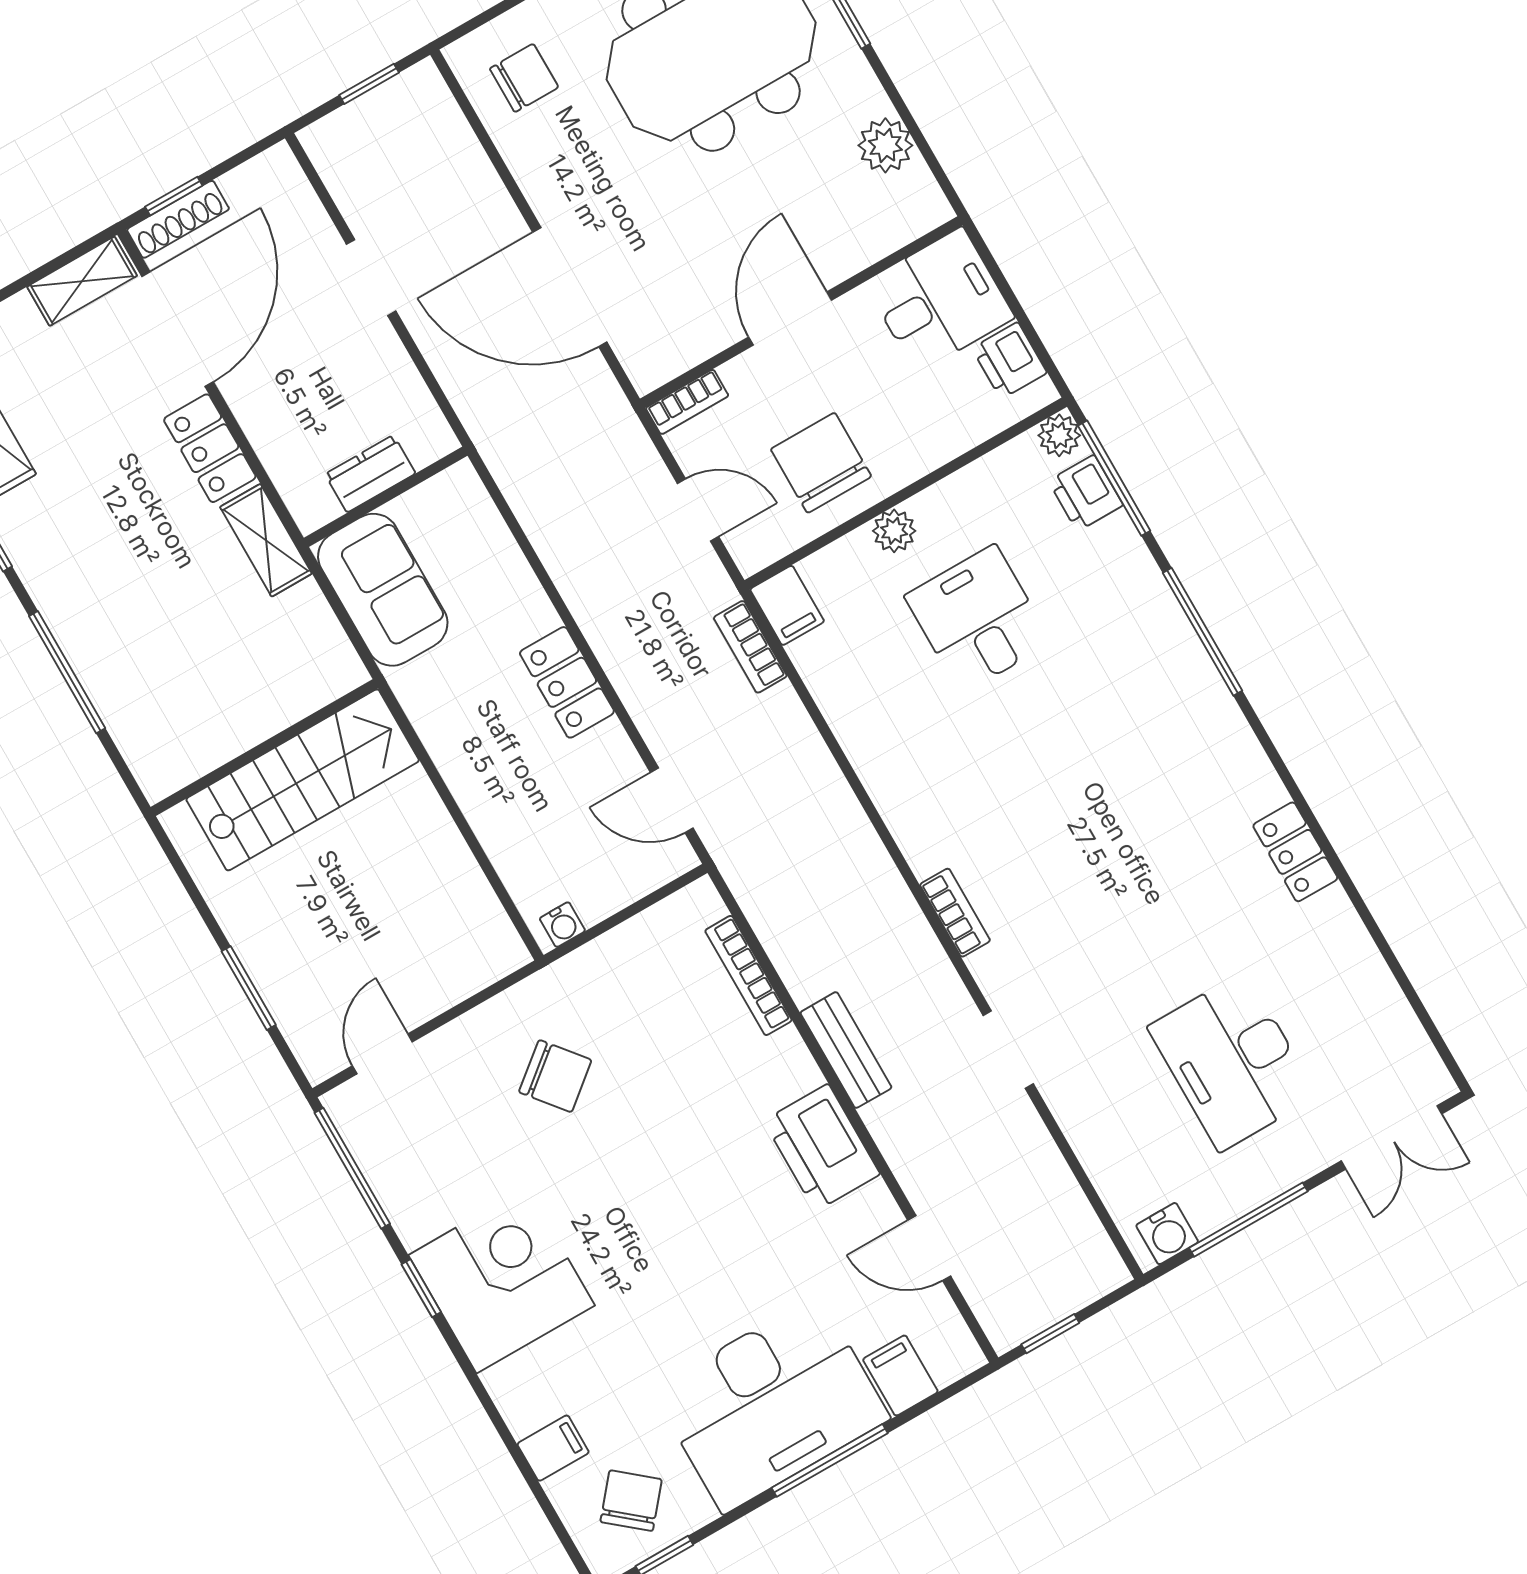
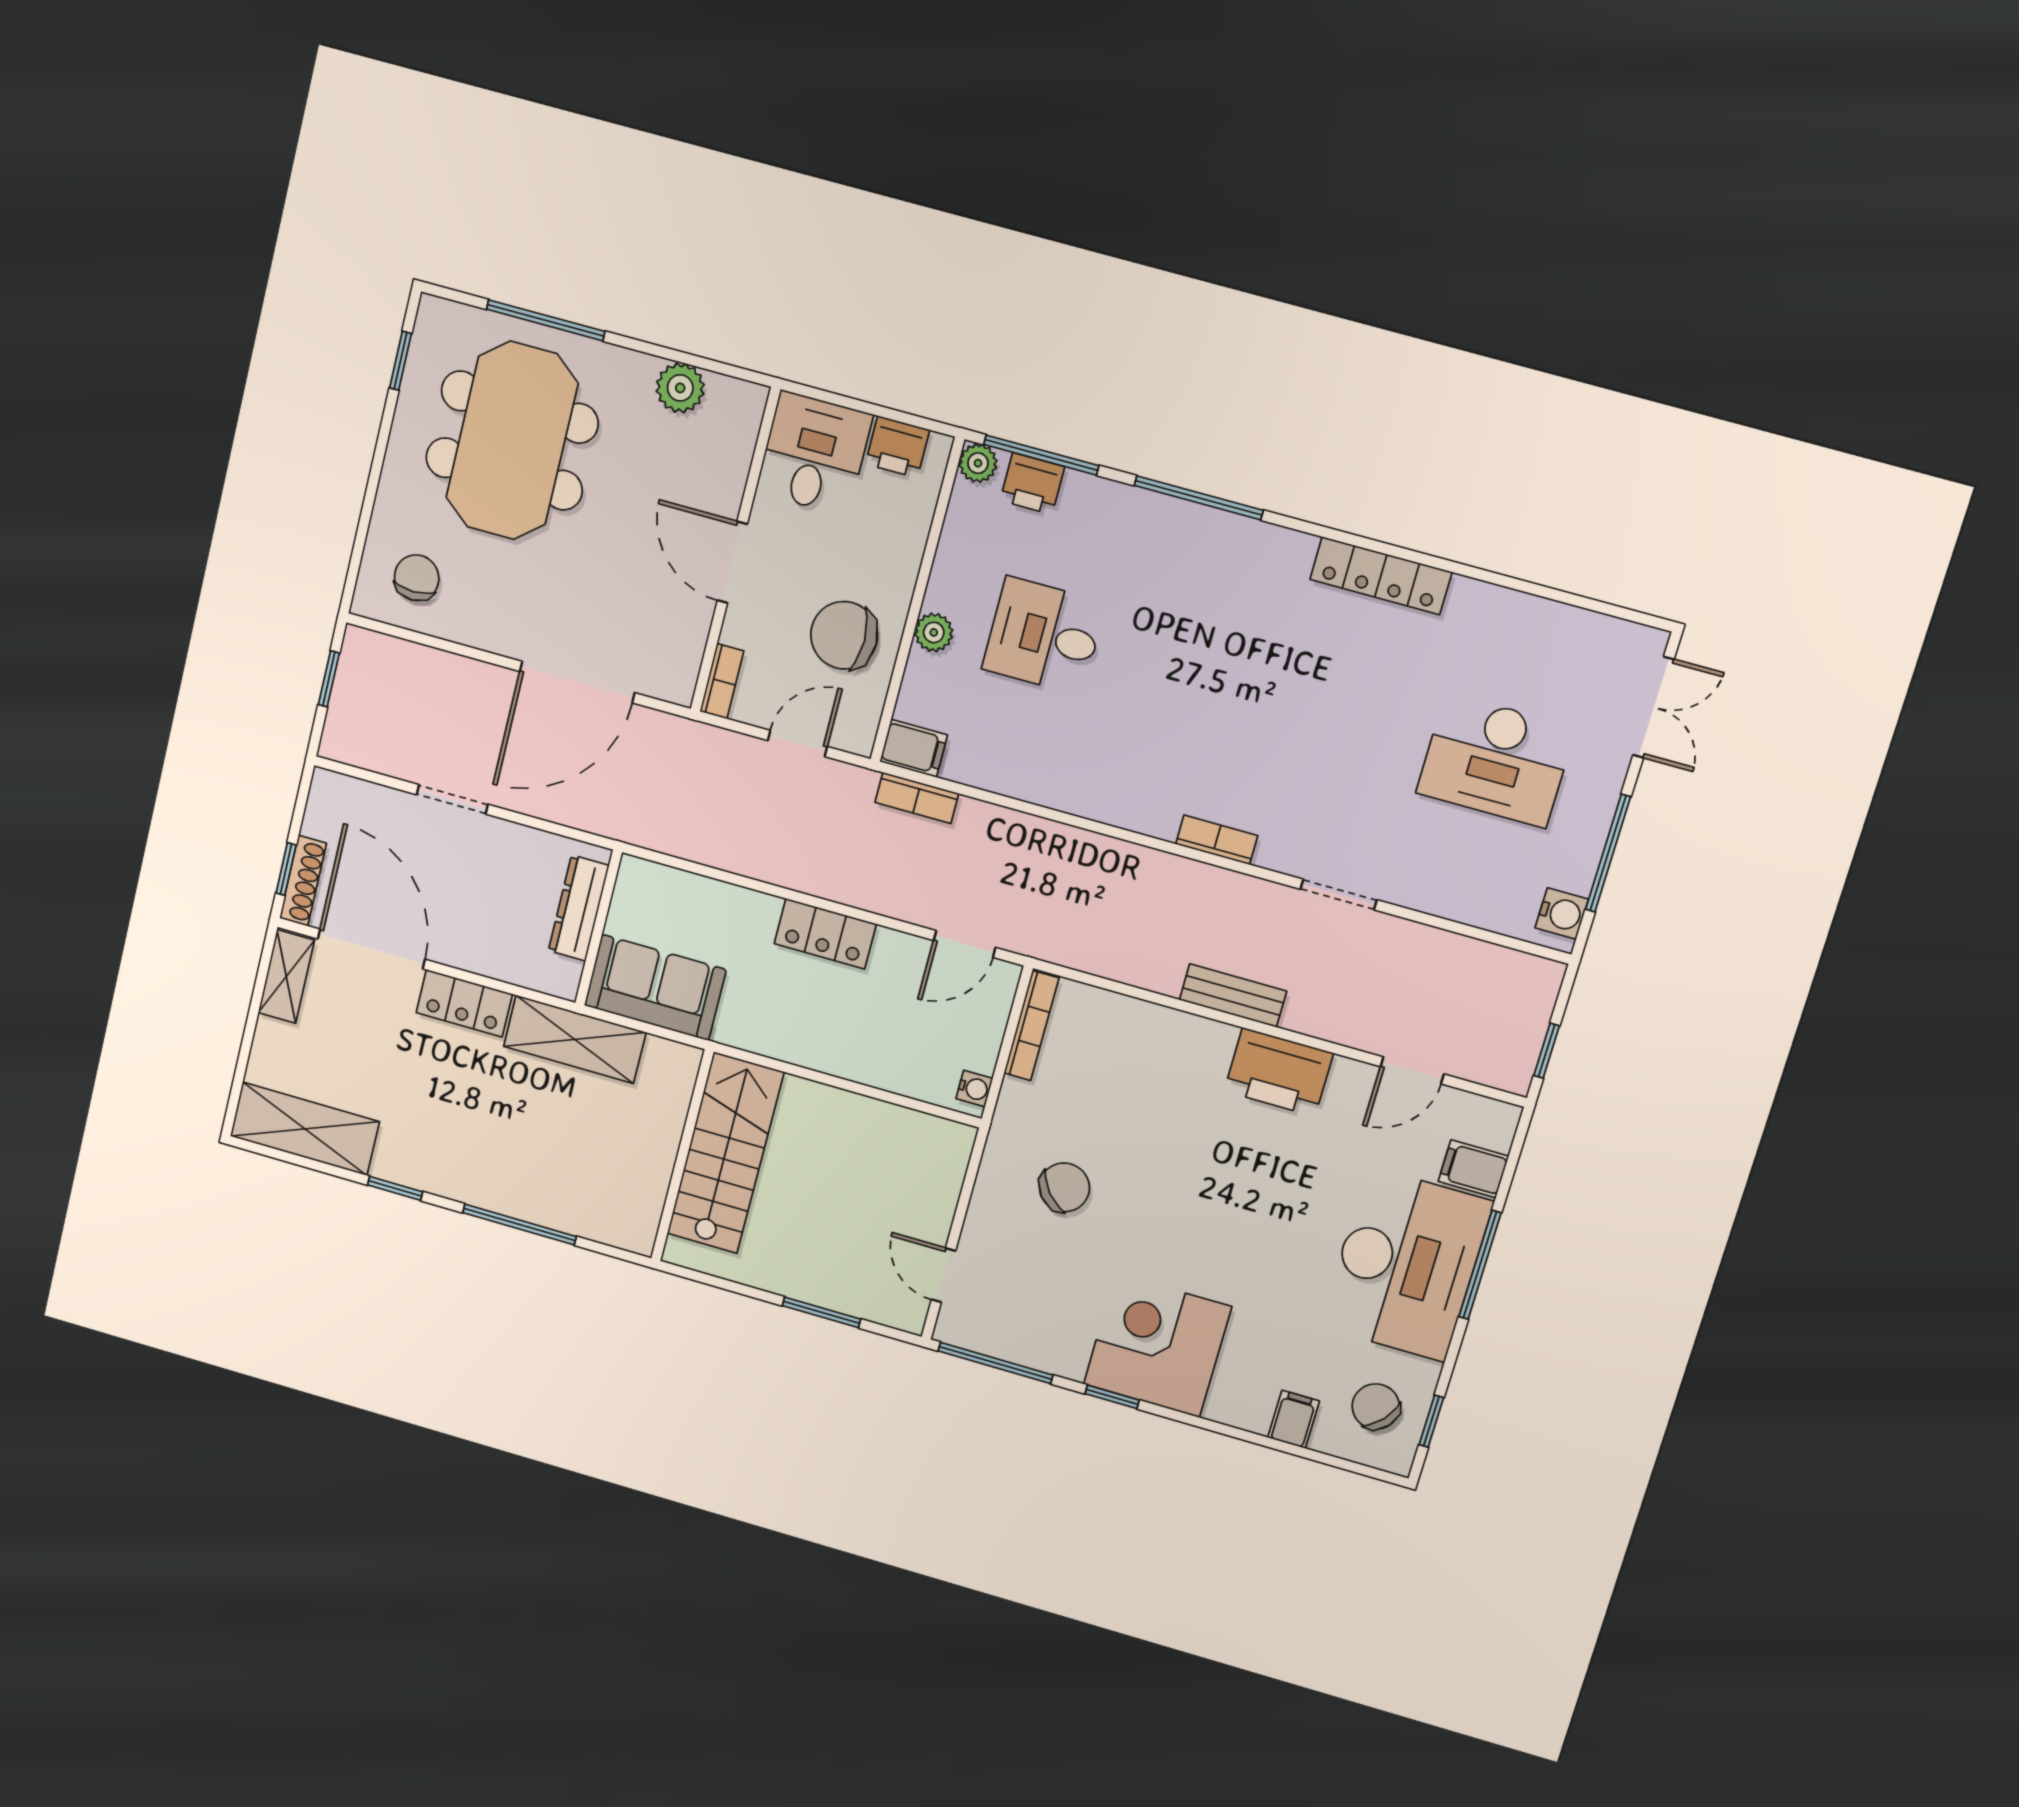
dresser: (370, 474) -> (579, 908), width x1.44
shelving: (266, 540) -> (575, 1039), width x1.50, depth x1.33
locker: (1295, 852) -> (1381, 576), width x1.53
bookcase: (748, 975) -> (1031, 1026), moved, turned -90

